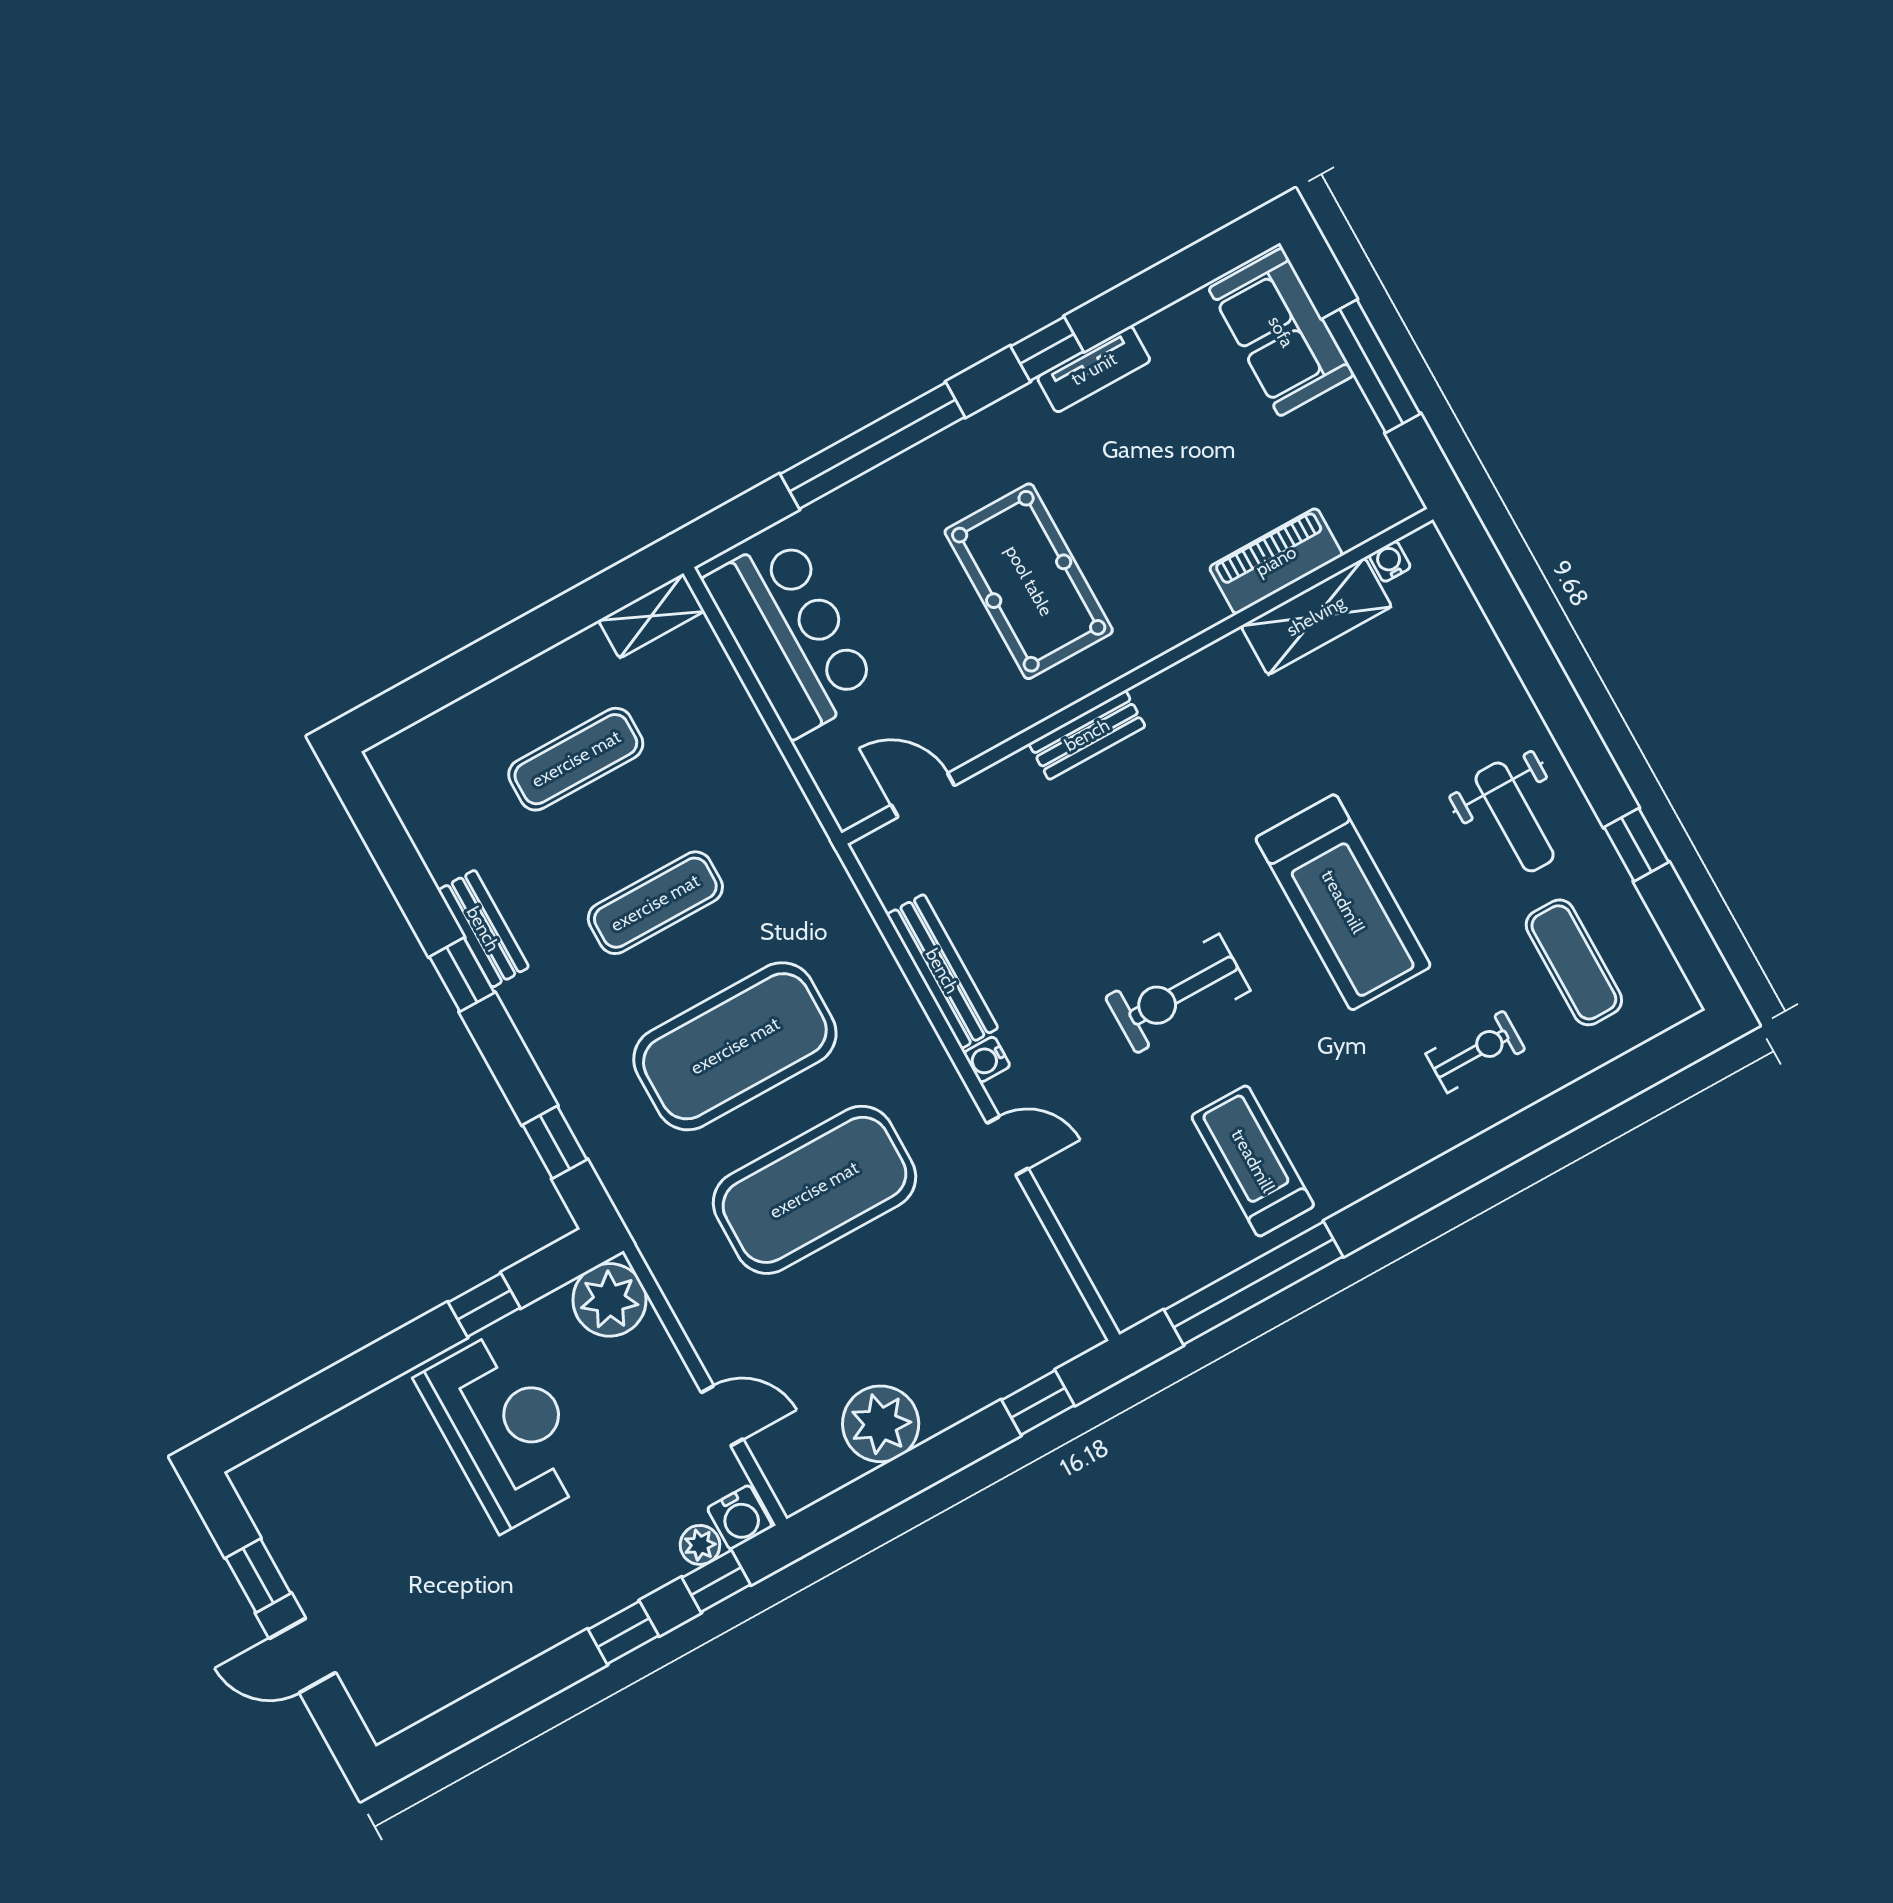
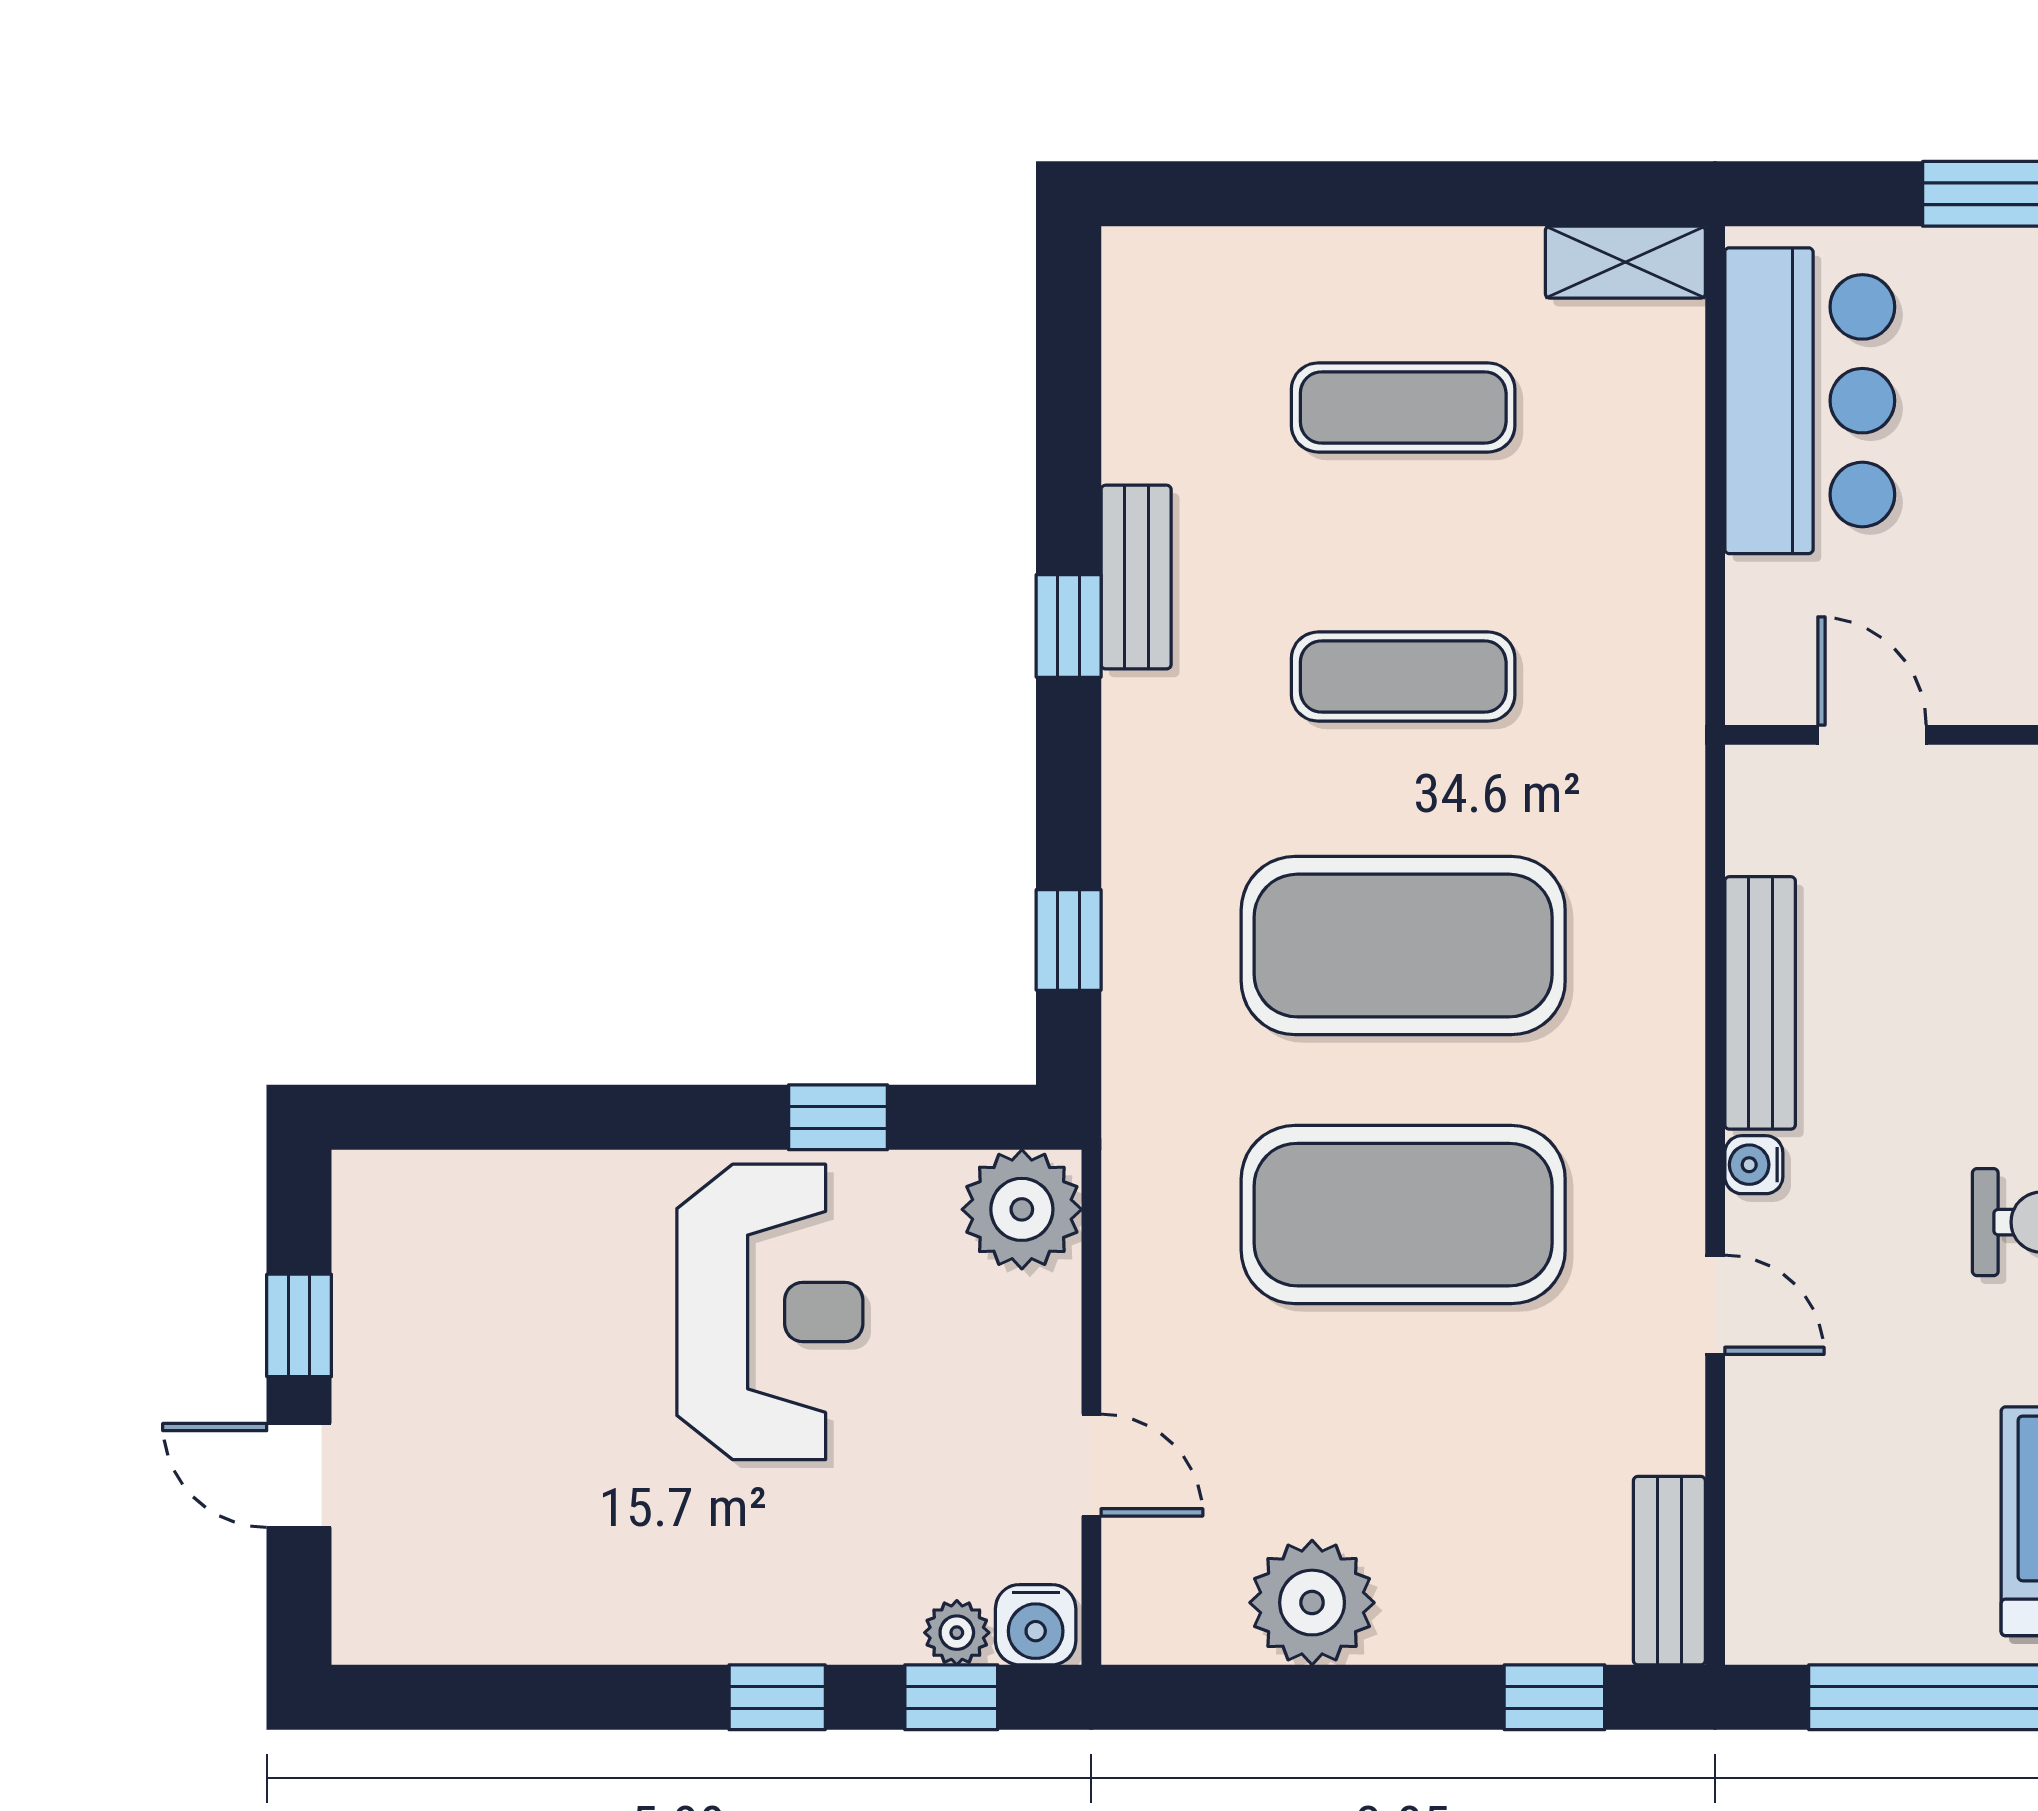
bench: (1062, 1301) -> (1669, 1571), added

